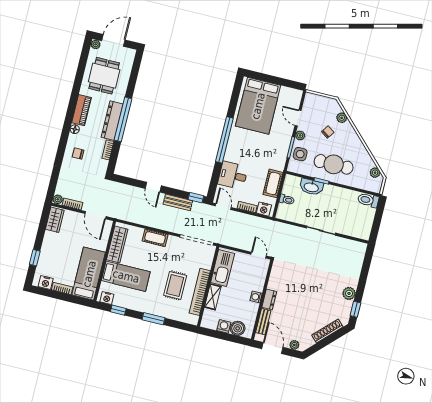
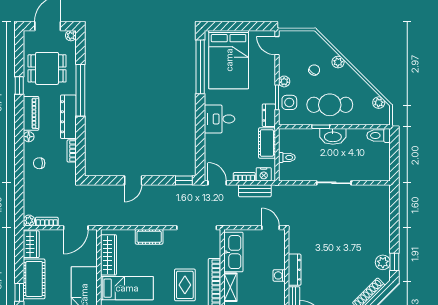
plant: (96, 44) -> (71, 36), moved
dining table: (104, 76) -> (47, 68), turned 90
window: (77, 84) -> (19, 85), added
door: (298, 118) -> (277, 46), moved
plant: (342, 118) -> (338, 62), moved
window: (123, 119) -> (80, 90), moved
window: (224, 140) -> (200, 67), moved
dresser: (280, 161) -> (269, 115), added
desk: (233, 175) -> (219, 119), moved
door: (153, 187) -> (133, 180), hinge flipped
washbasin: (311, 187) -> (333, 136), moved
bench: (178, 202) -> (255, 191), moved
door: (95, 215) -> (76, 228), hinge flipped
cot: (50, 249) -> (34, 279), added
plant: (349, 293) -> (383, 262), moved
dresser: (269, 299) -> (295, 270), width x1.44

